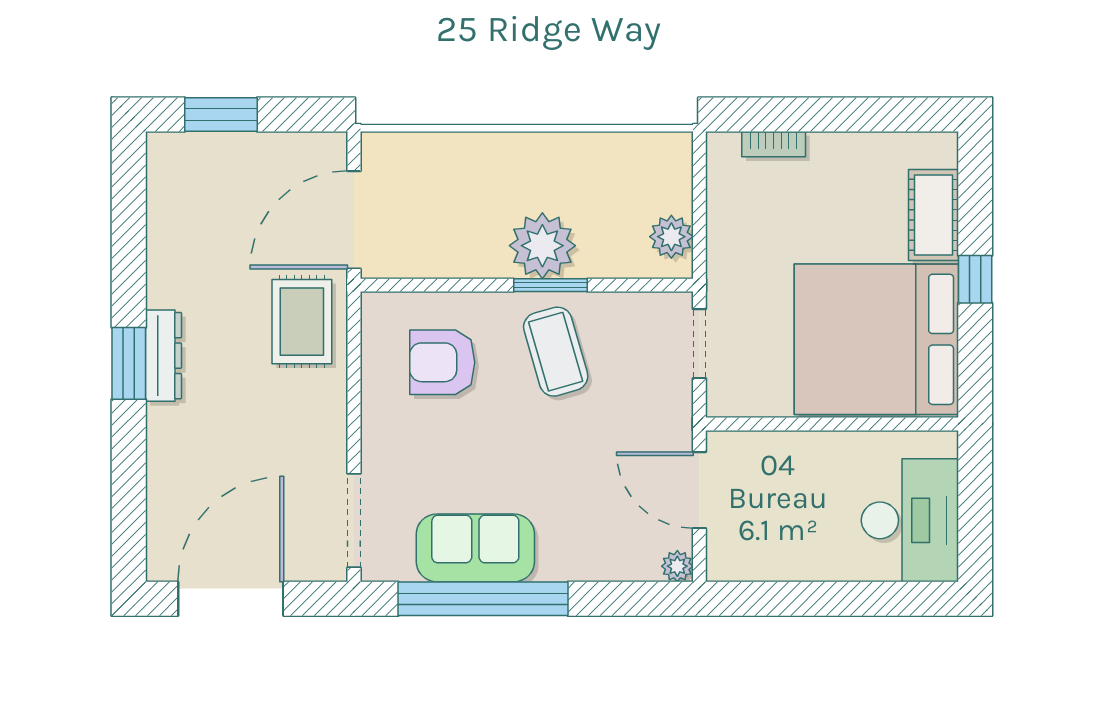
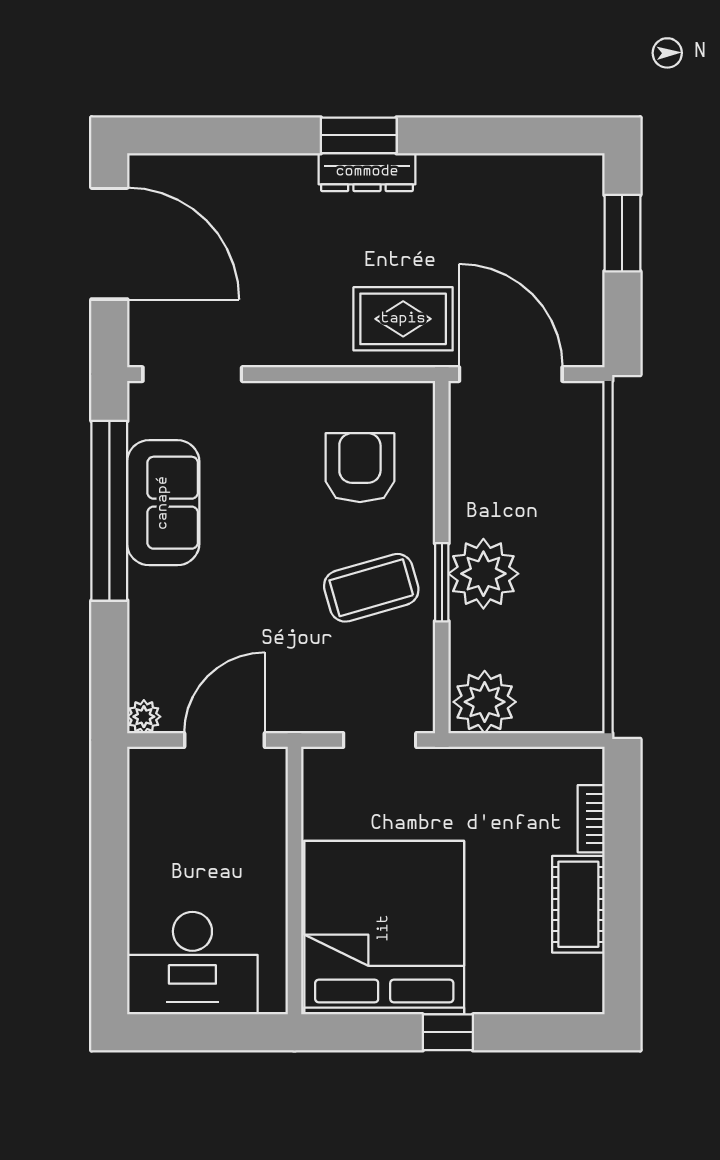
cot: (933, 215) -> (578, 904), moved, turned 90
plant: (671, 237) -> (485, 702), width x1.36, depth x1.36

